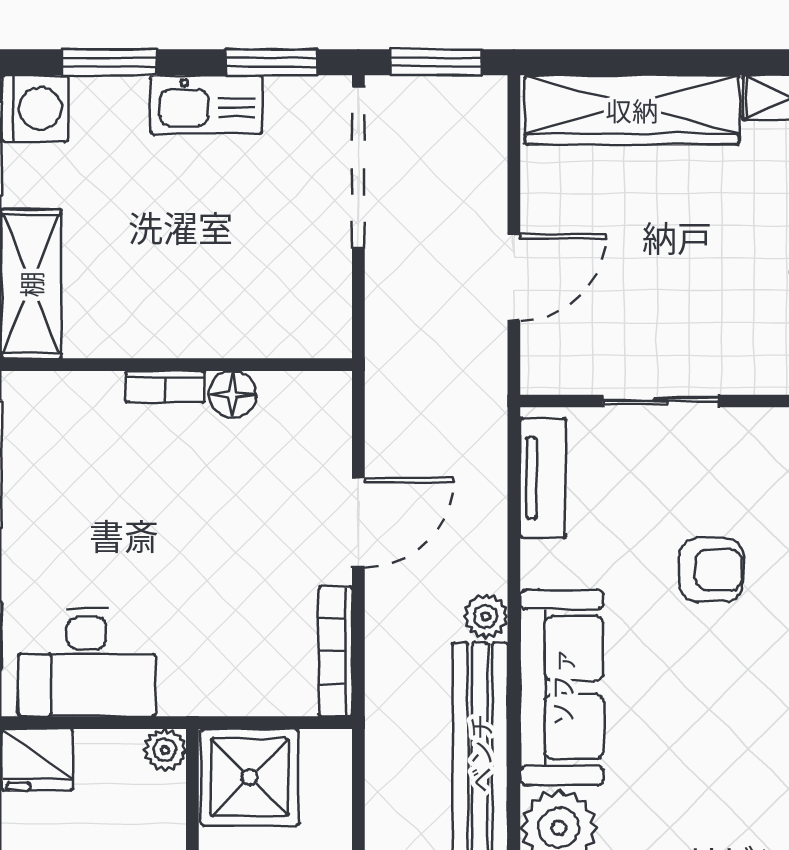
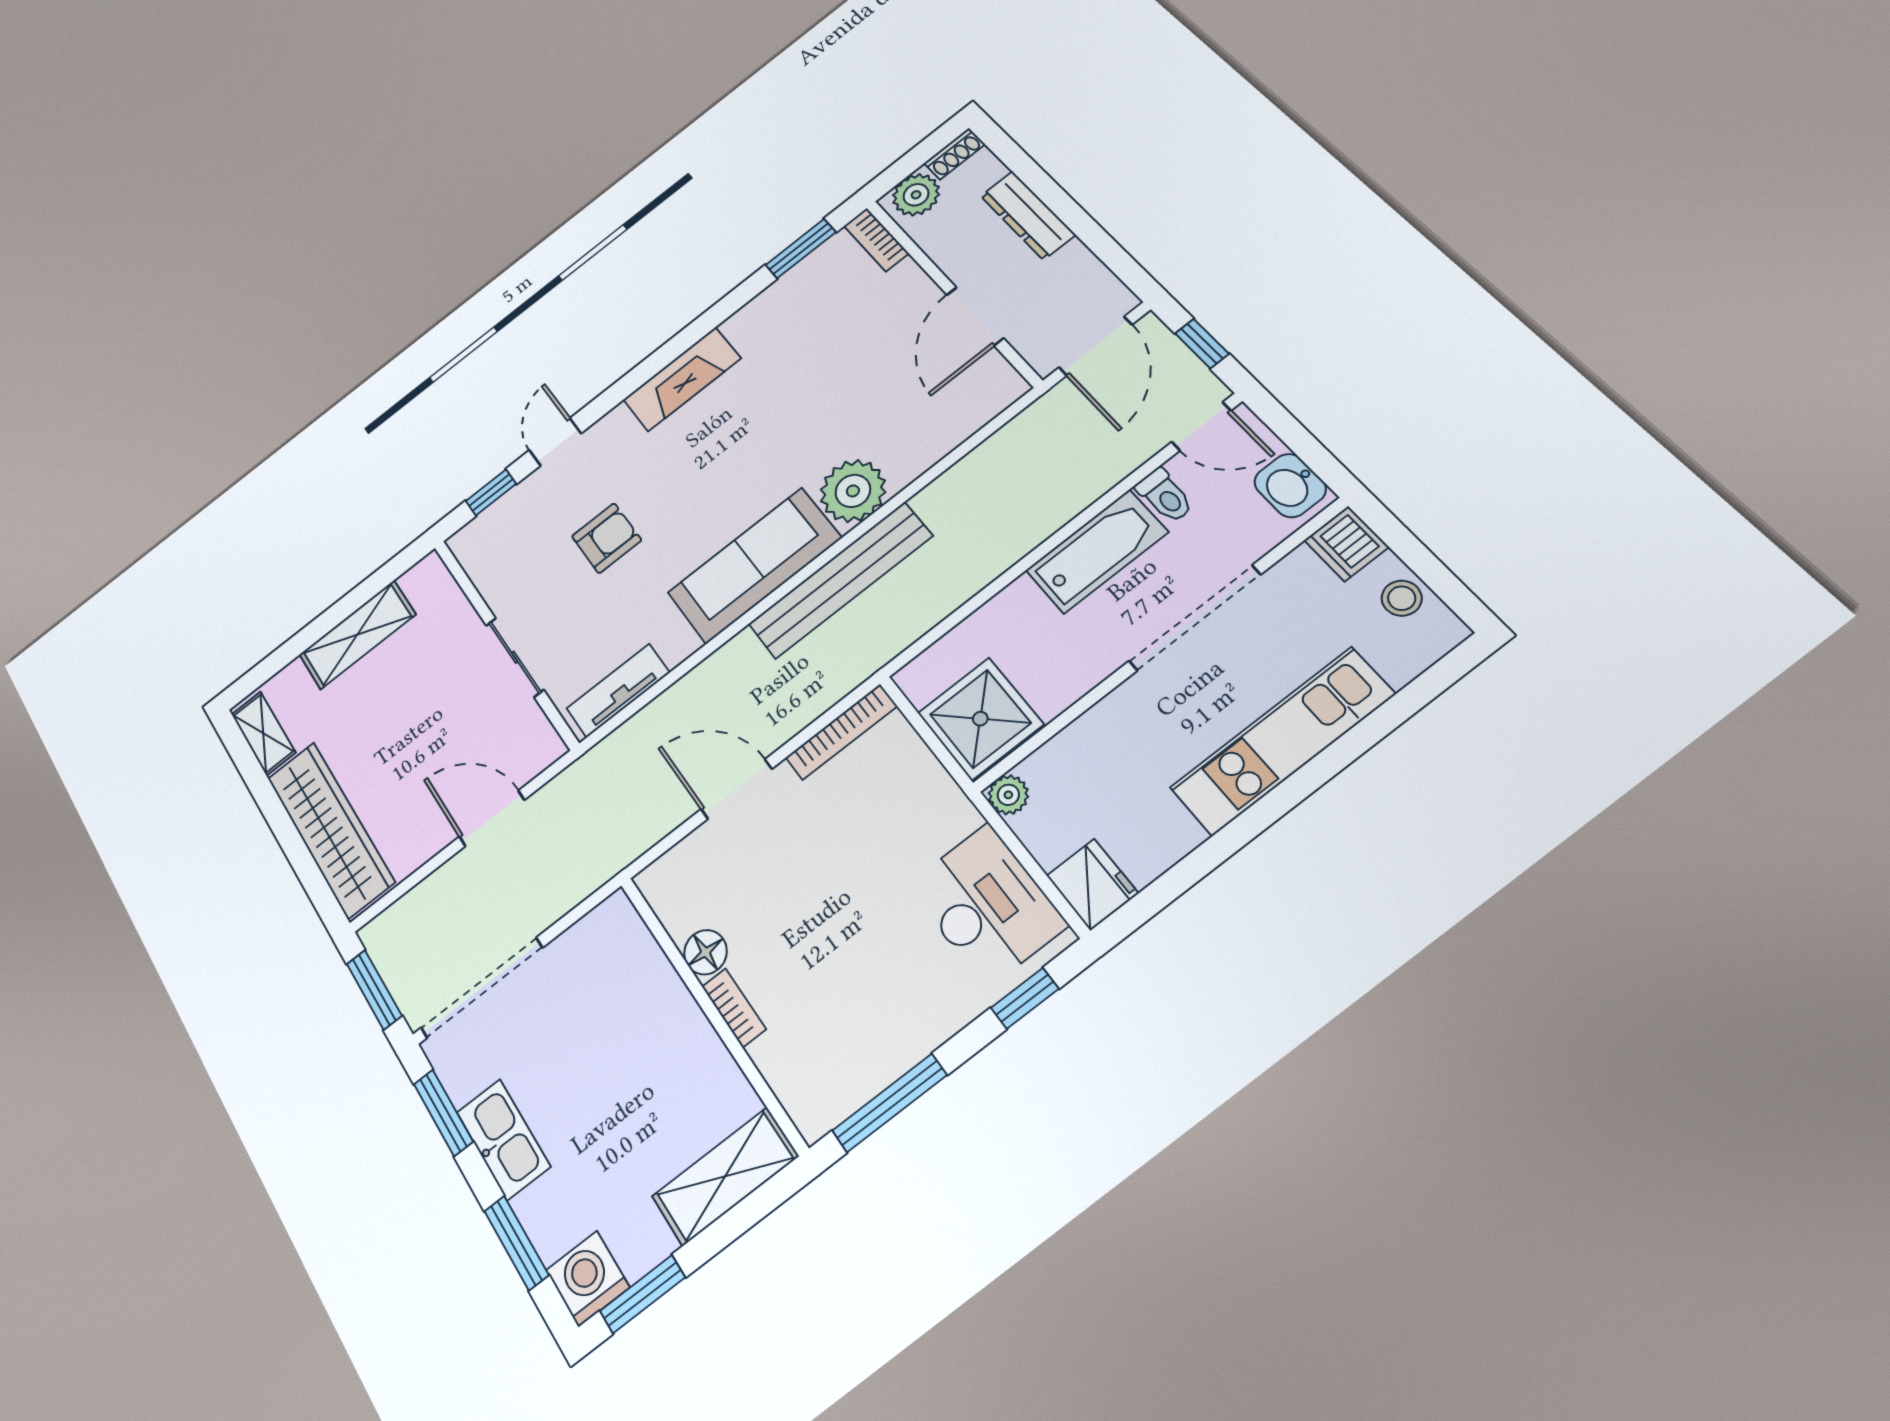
armchair: (711, 570) -> (607, 538), turned 90
plant: (486, 616) -> (741, 652), removed

